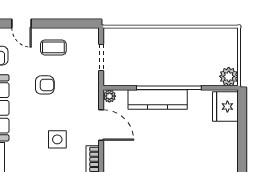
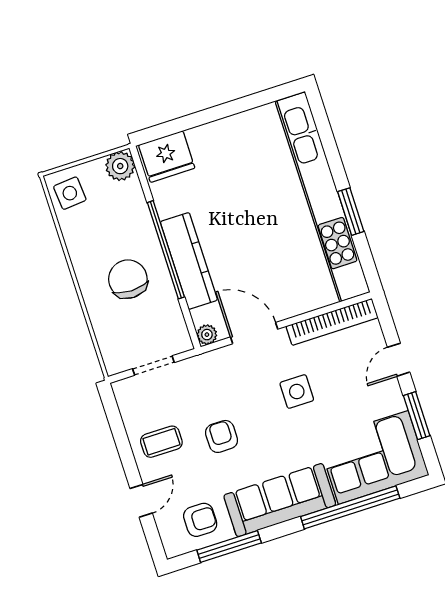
side table: (222, 41) -> (70, 193), added
coffee table: (53, 47) -> (161, 442), turned 90
chair: (159, 59) -> (128, 279), added
door: (101, 125) -> (254, 333), hinge flipped

